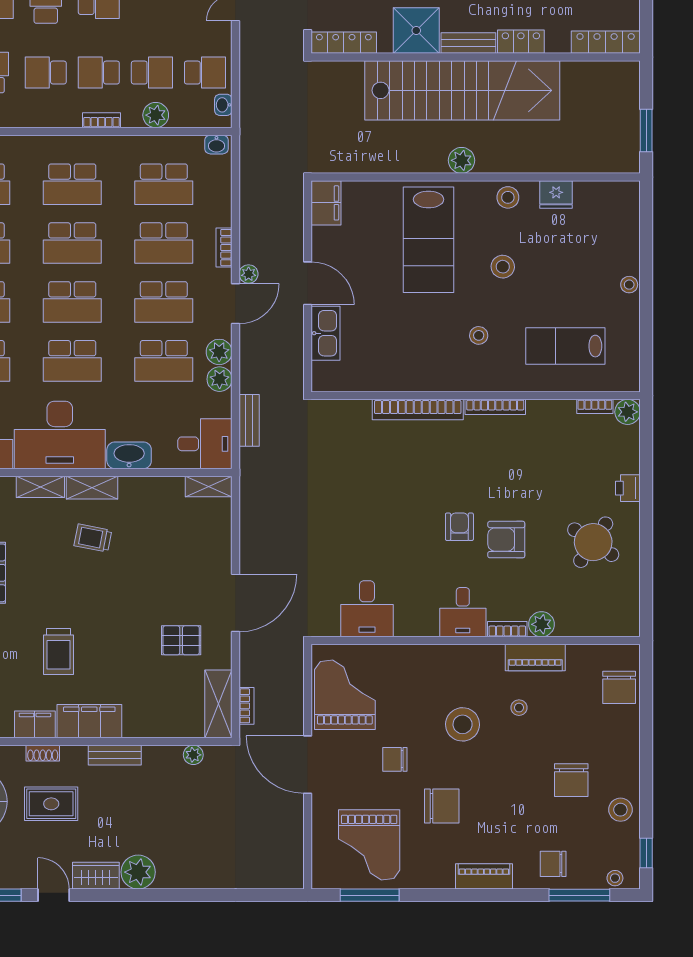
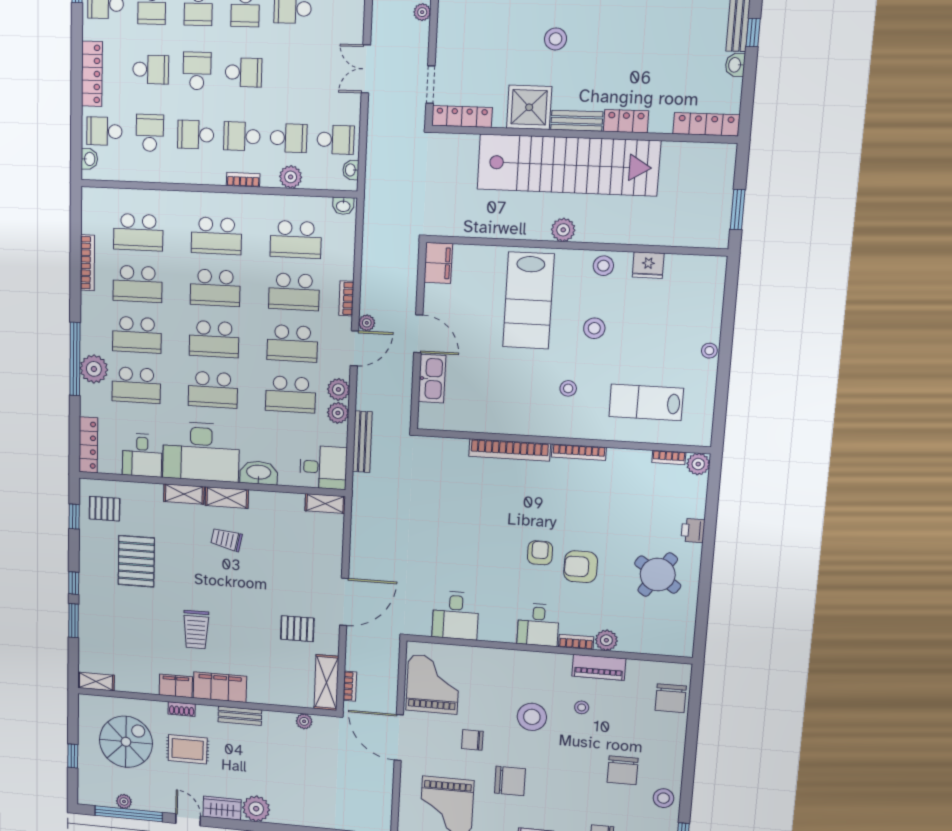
bench: (249, 420) -> (362, 442), width x1.36

